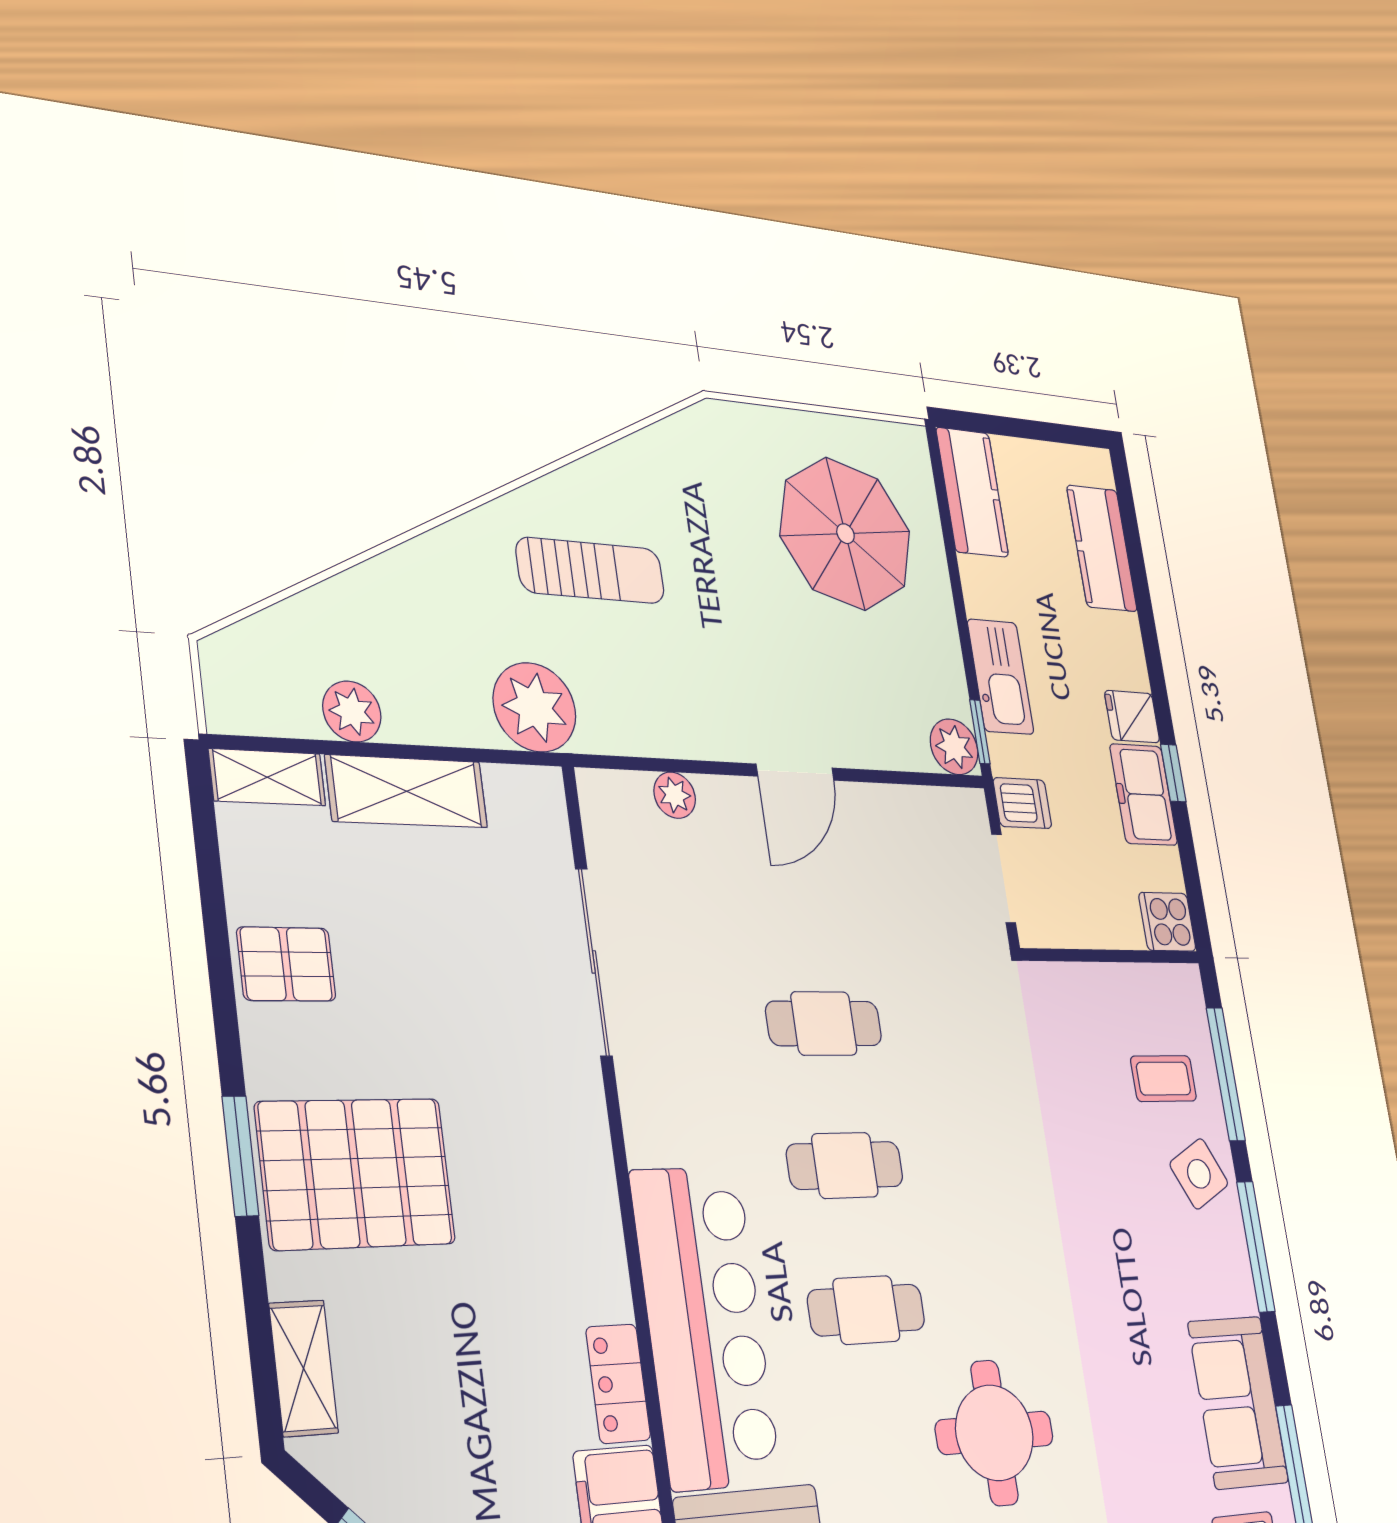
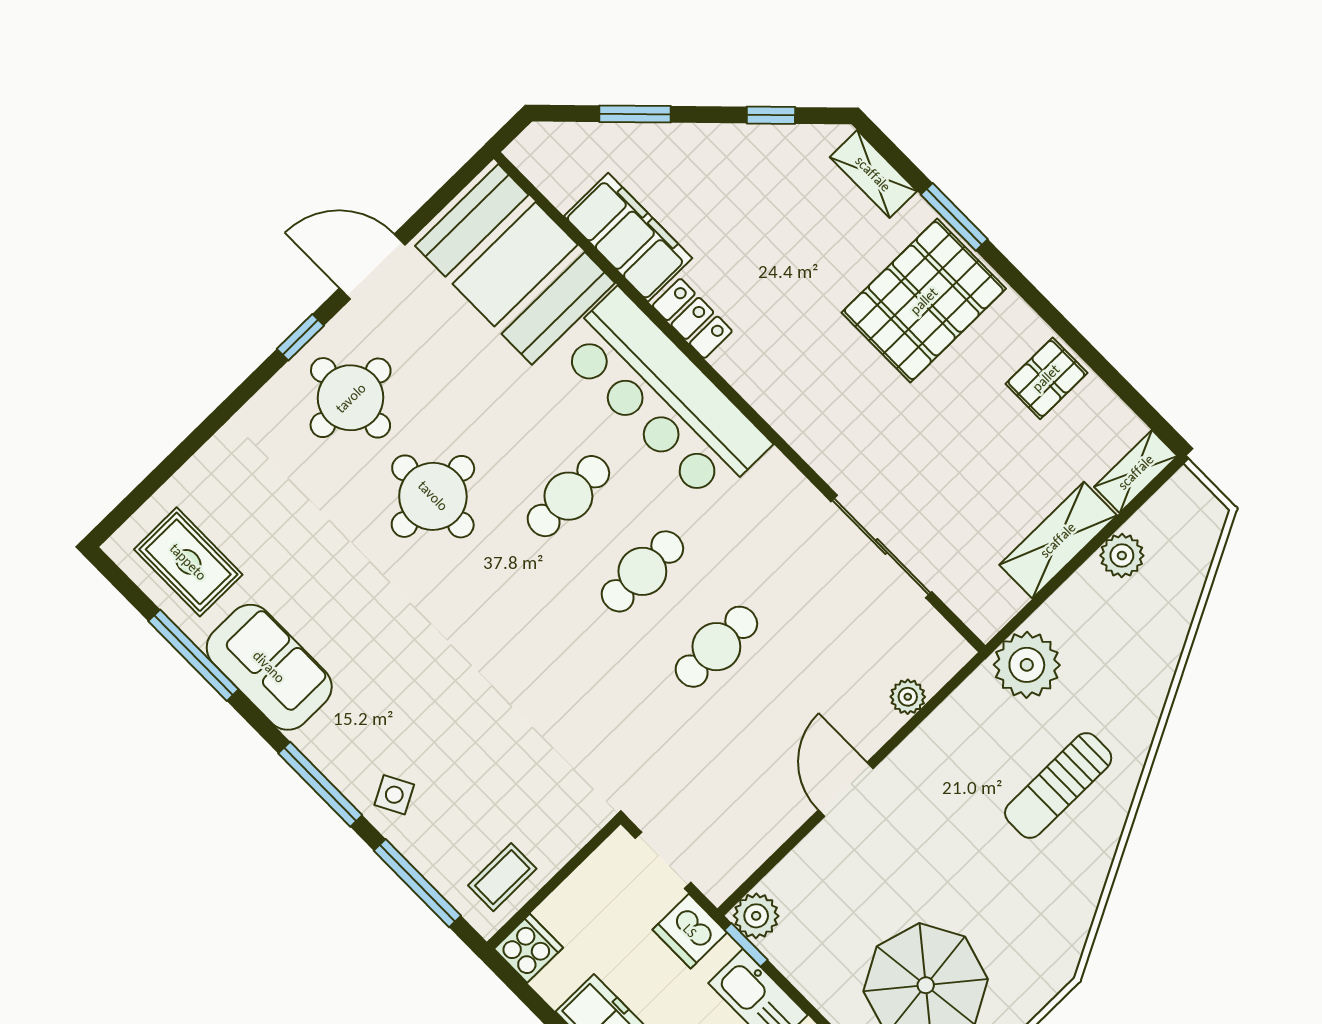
dishwasher: (1022, 803) -> (690, 931), width x1.38
coffee table: (1164, 1079) -> (502, 877), moved
window: (240, 1156) -> (954, 217), moved
side table: (1199, 1174) -> (394, 795), width x0.73, depth x0.73

